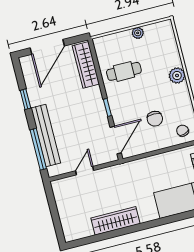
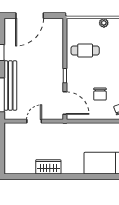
wardrobe: (86, 65) -> (56, 38), removed
door: (116, 140) -> (65, 103), hinge flipped
wardrobe: (115, 221) -> (48, 167), width x0.67

